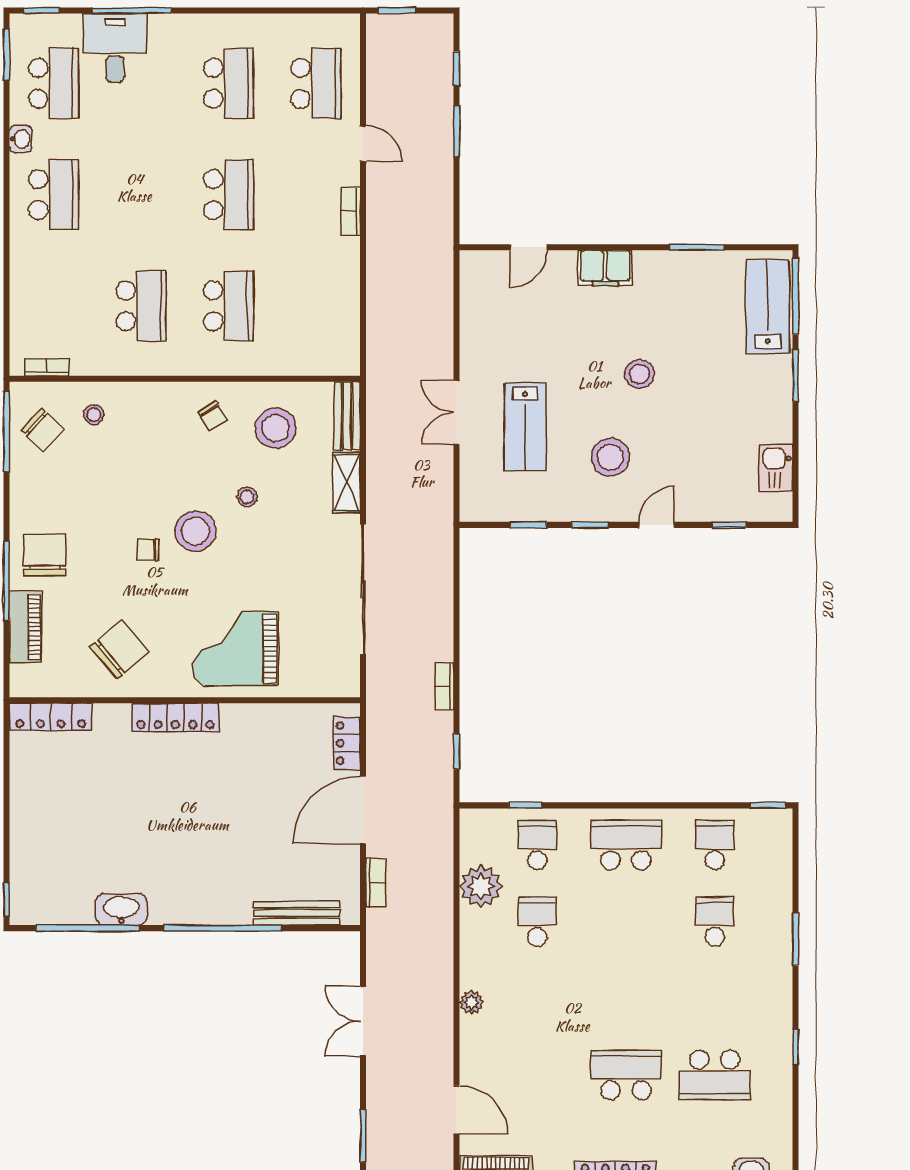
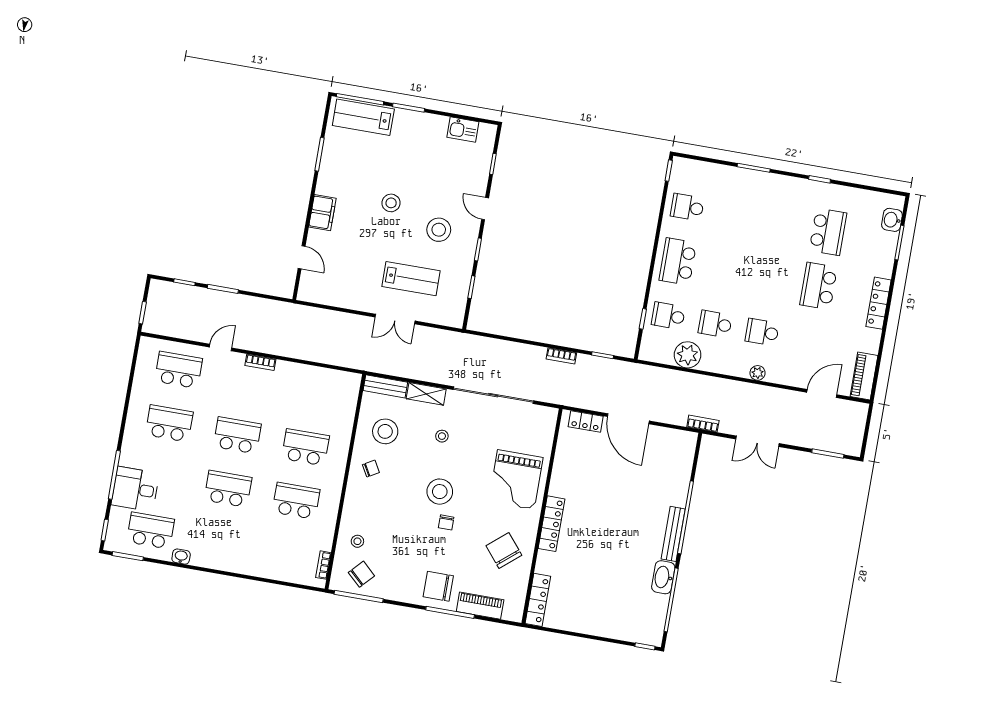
school desk: (54, 195) -> (228, 489), moved
stool: (247, 497) -> (442, 436), moved
bookcase: (376, 883) -> (703, 424), moved
bench: (297, 913) -> (673, 534), moved
school desk: (715, 922) -> (762, 332), moved

